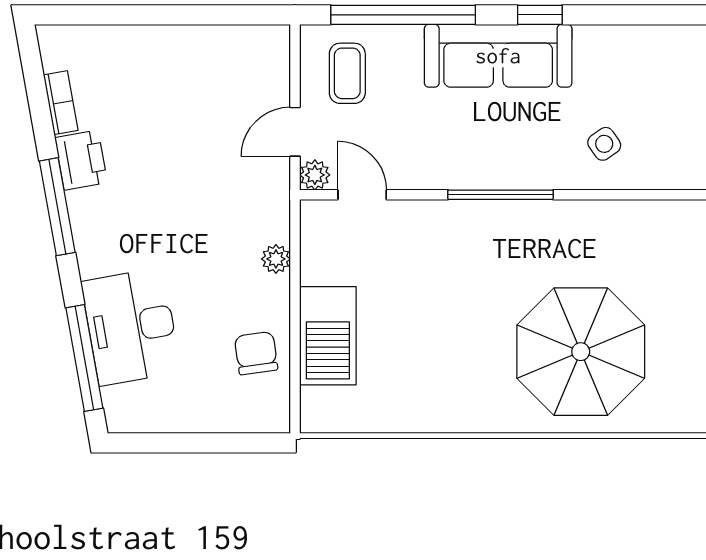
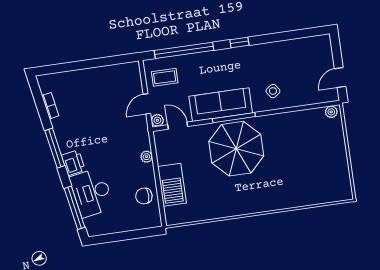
sofa: (498, 56) -> (221, 105), moved, turned 180
coffee table: (347, 73) -> (165, 77), turned 90
printer: (81, 160) -> (73, 163), moved
parasol: (581, 352) -> (236, 149), moved
chair: (256, 353) -> (144, 196), turned -82

